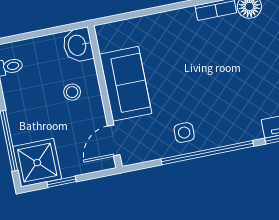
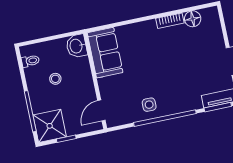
sofa: (126, 84) -> (105, 53), moved
stool: (72, 92) -> (55, 79), moved

